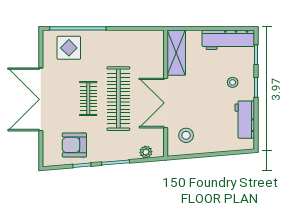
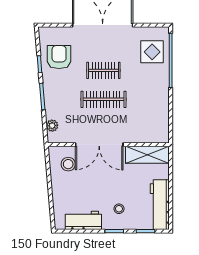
clothes rail: (118, 99) -> (103, 99), width x0.73, depth x0.76
double door: (166, 103) -> (99, 145), swing flipped

